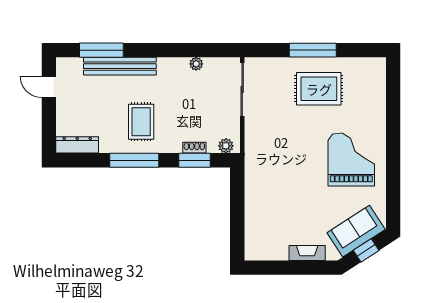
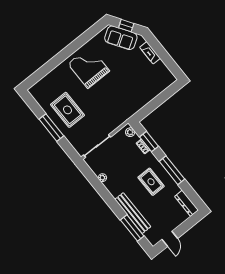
rug: (141, 122) -> (151, 182), turned 90
grand piano: (351, 160) -> (89, 67), turned 90

